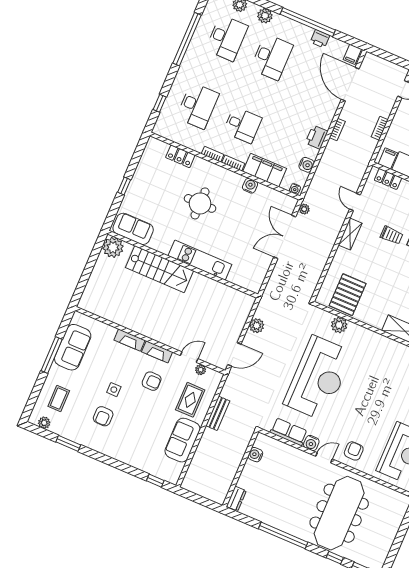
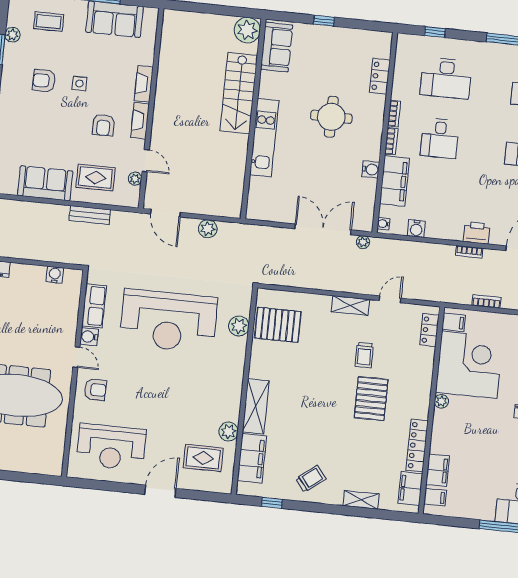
printer: (317, 137) -> (477, 233), moved
plant: (44, 423) -> (12, 35), moved

